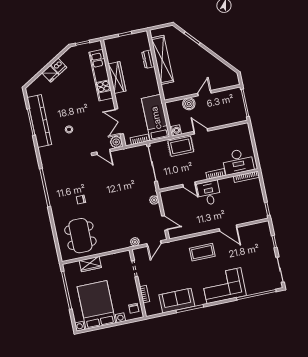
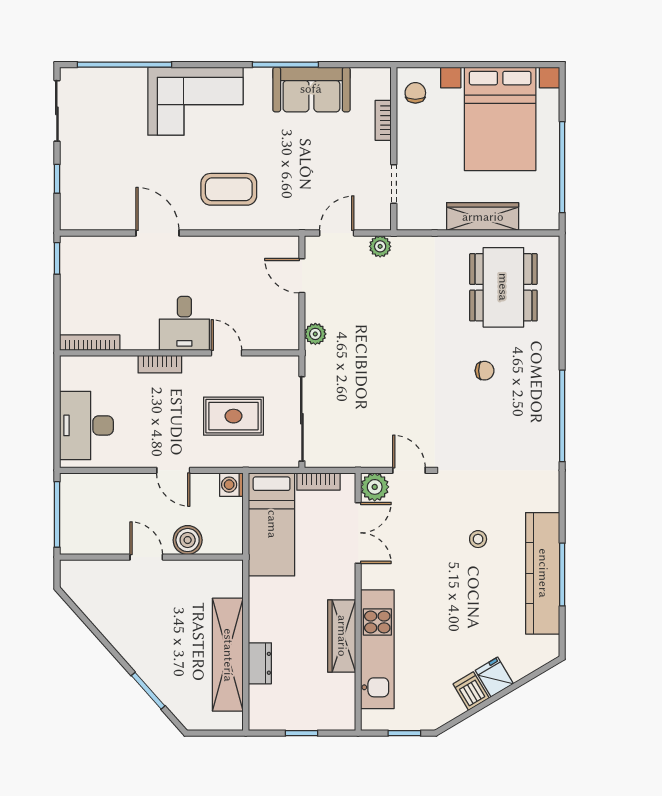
door: (204, 93) -> (146, 557), swing flipped
rug: (181, 146) -> (234, 416), moved
desk: (238, 161) -> (86, 425), moved, turned -90
wardrobe: (90, 264) -> (483, 217), width x1.50

